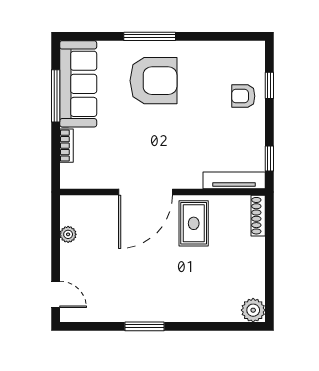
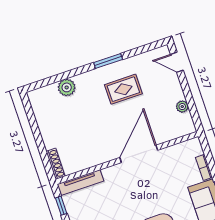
rug: (194, 223) -> (123, 89), moved, turned 90
plant: (253, 310) -> (67, 87), moved

